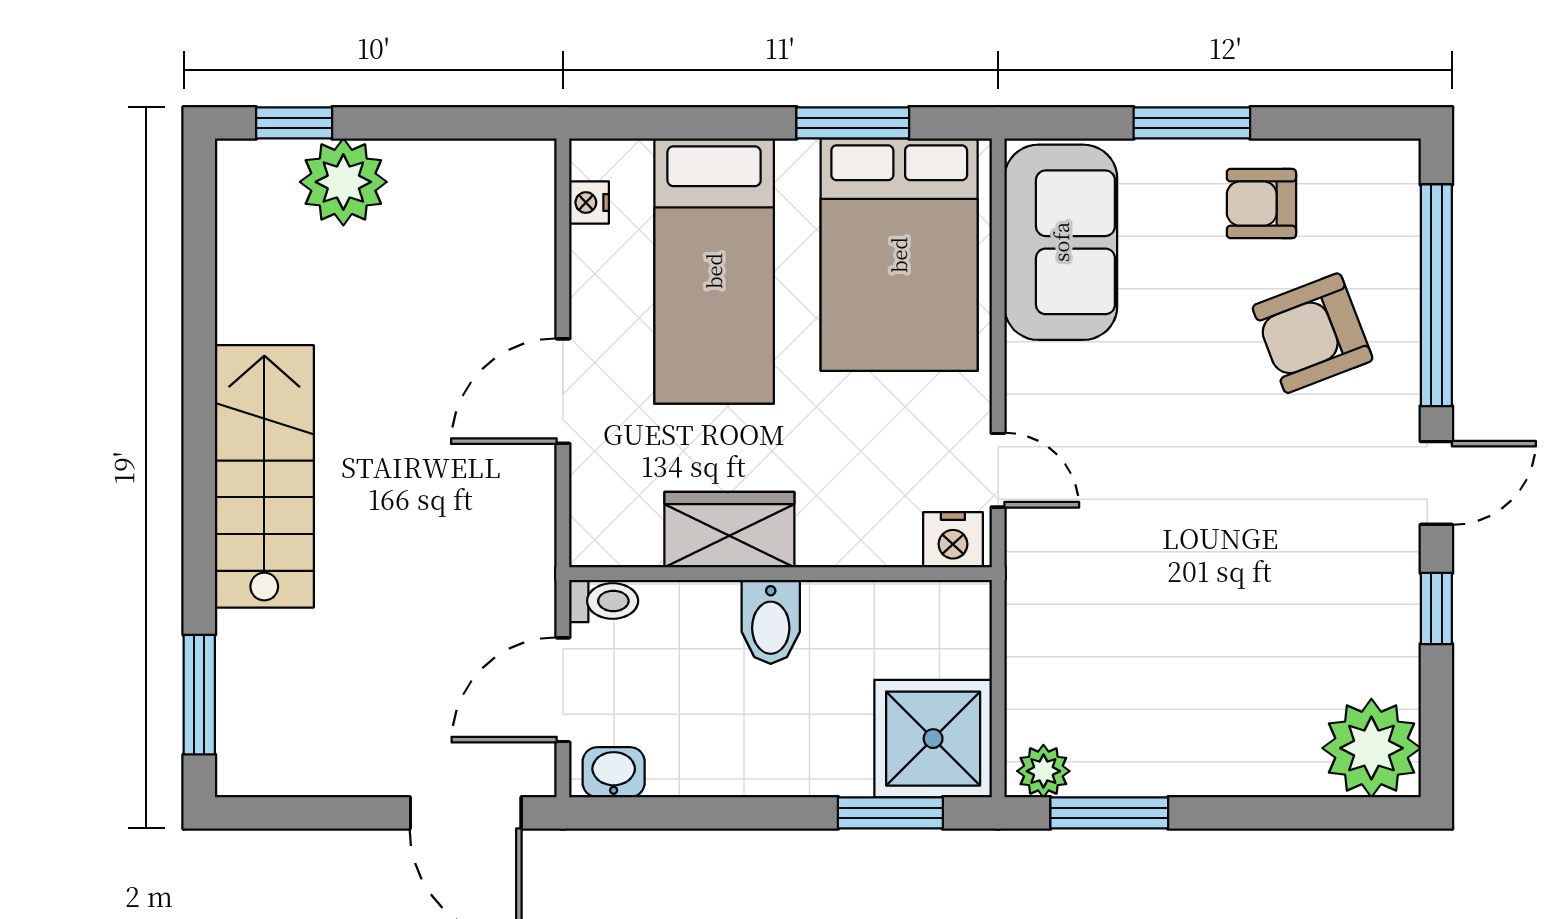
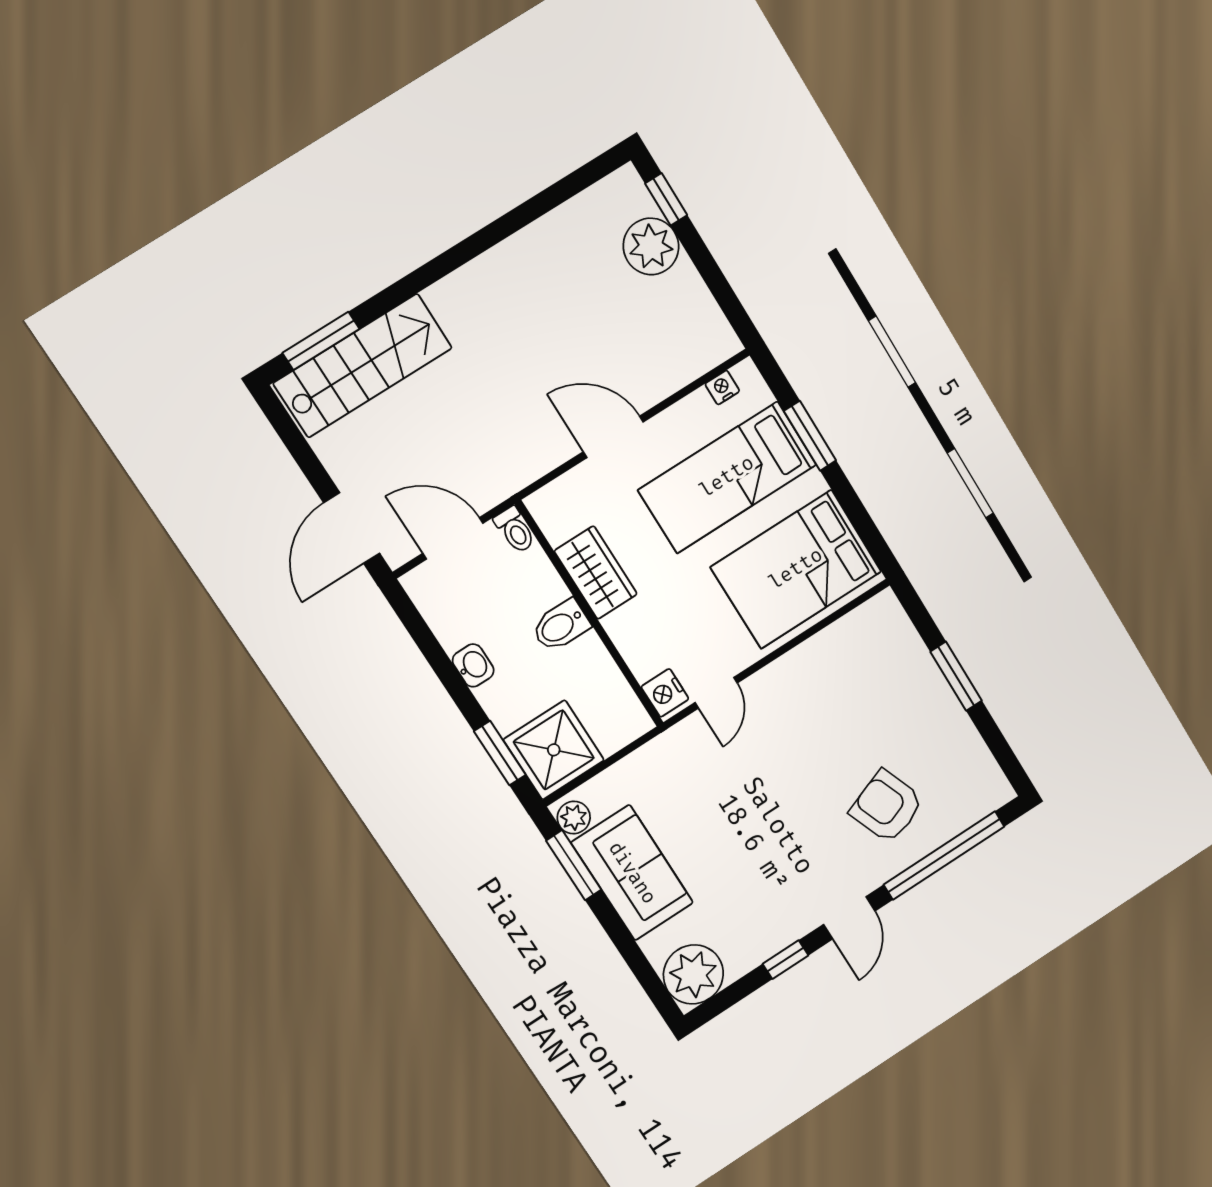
window: (853, 123) -> (810, 436), moved
armchair: (1261, 204) -> (937, 738), removed
sofa: (1061, 242) -> (632, 873), moved, turned -90
stairs: (264, 476) -> (363, 366), moved
door: (1436, 483) -> (849, 918), hinge flipped
washbasin: (614, 772) -> (473, 665), moved

